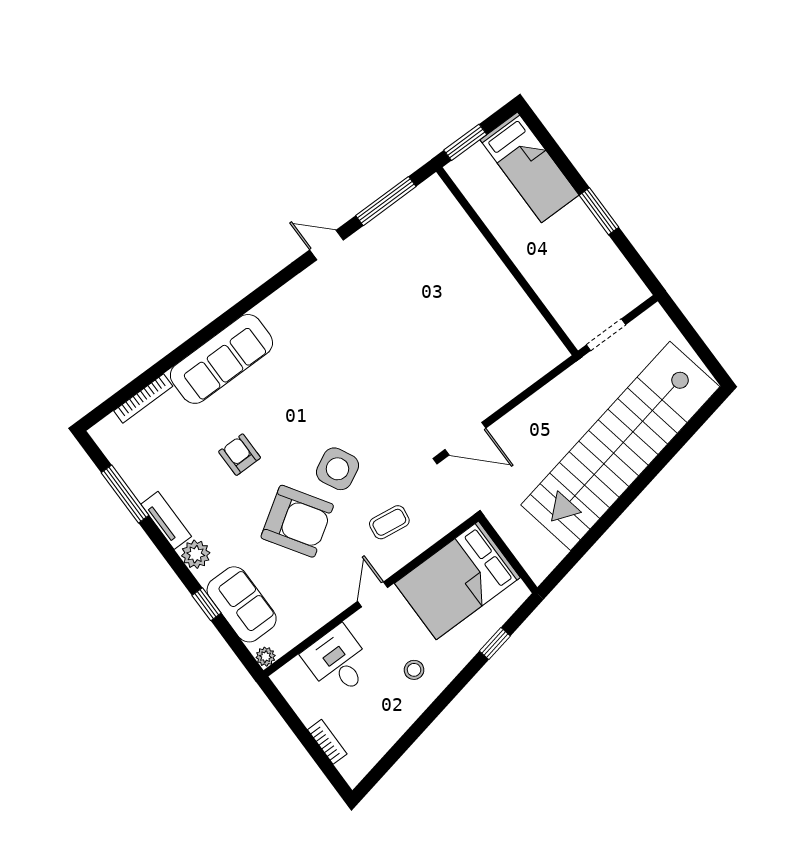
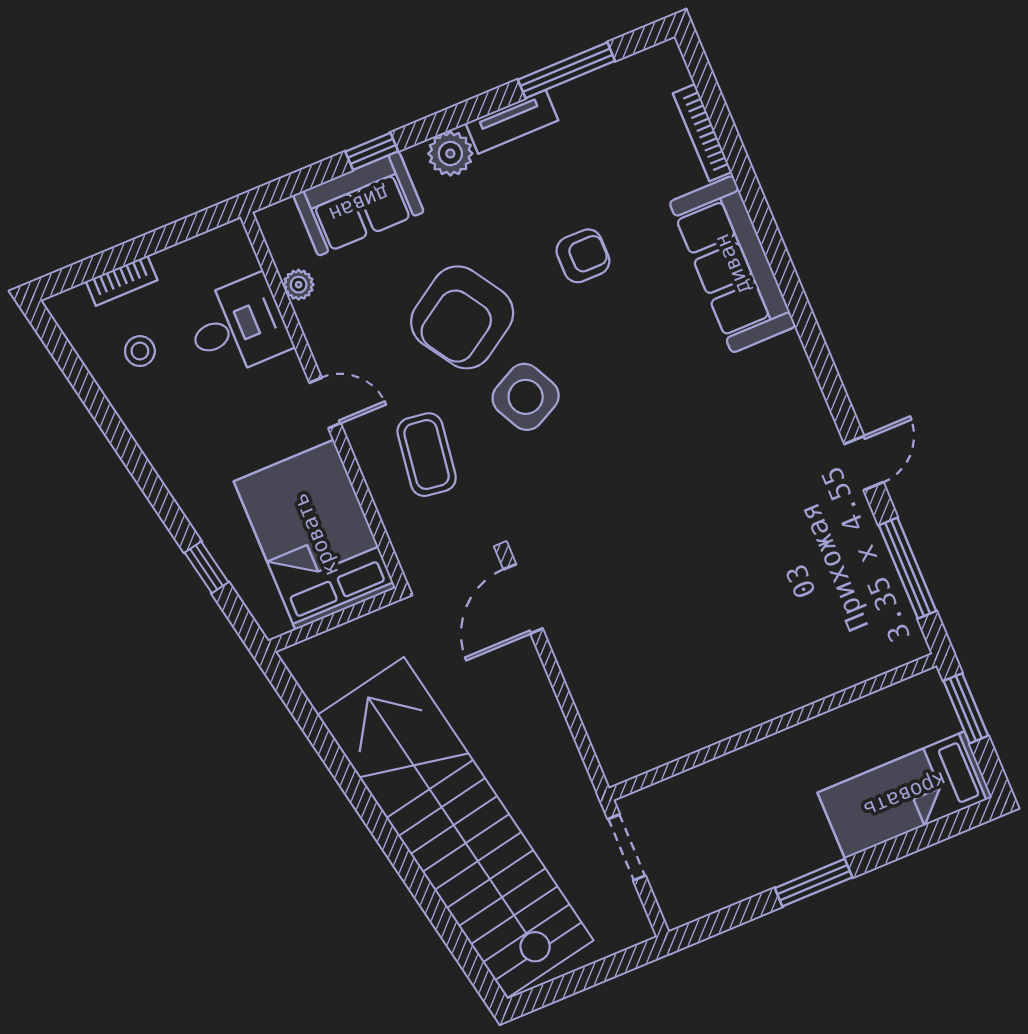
coffee table: (389, 522) -> (427, 455), width x1.36, depth x1.30
plant: (266, 657) -> (299, 285), moved
stool: (414, 670) -> (140, 351), moved

